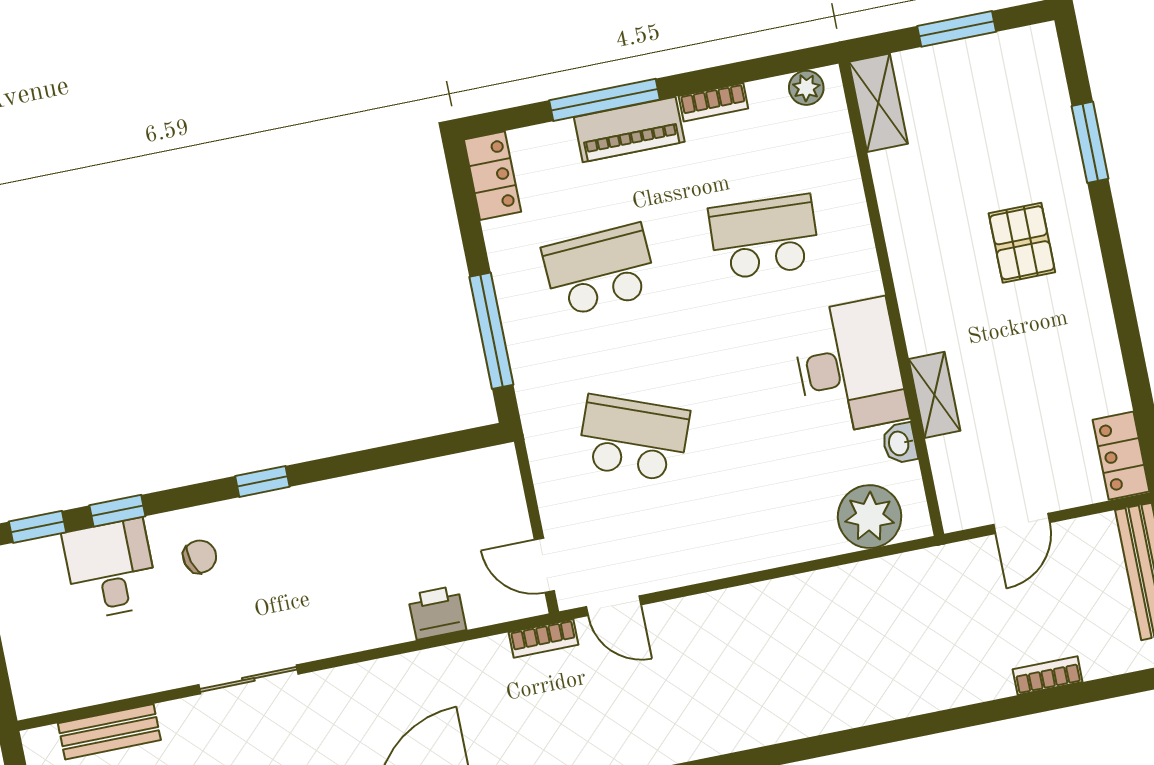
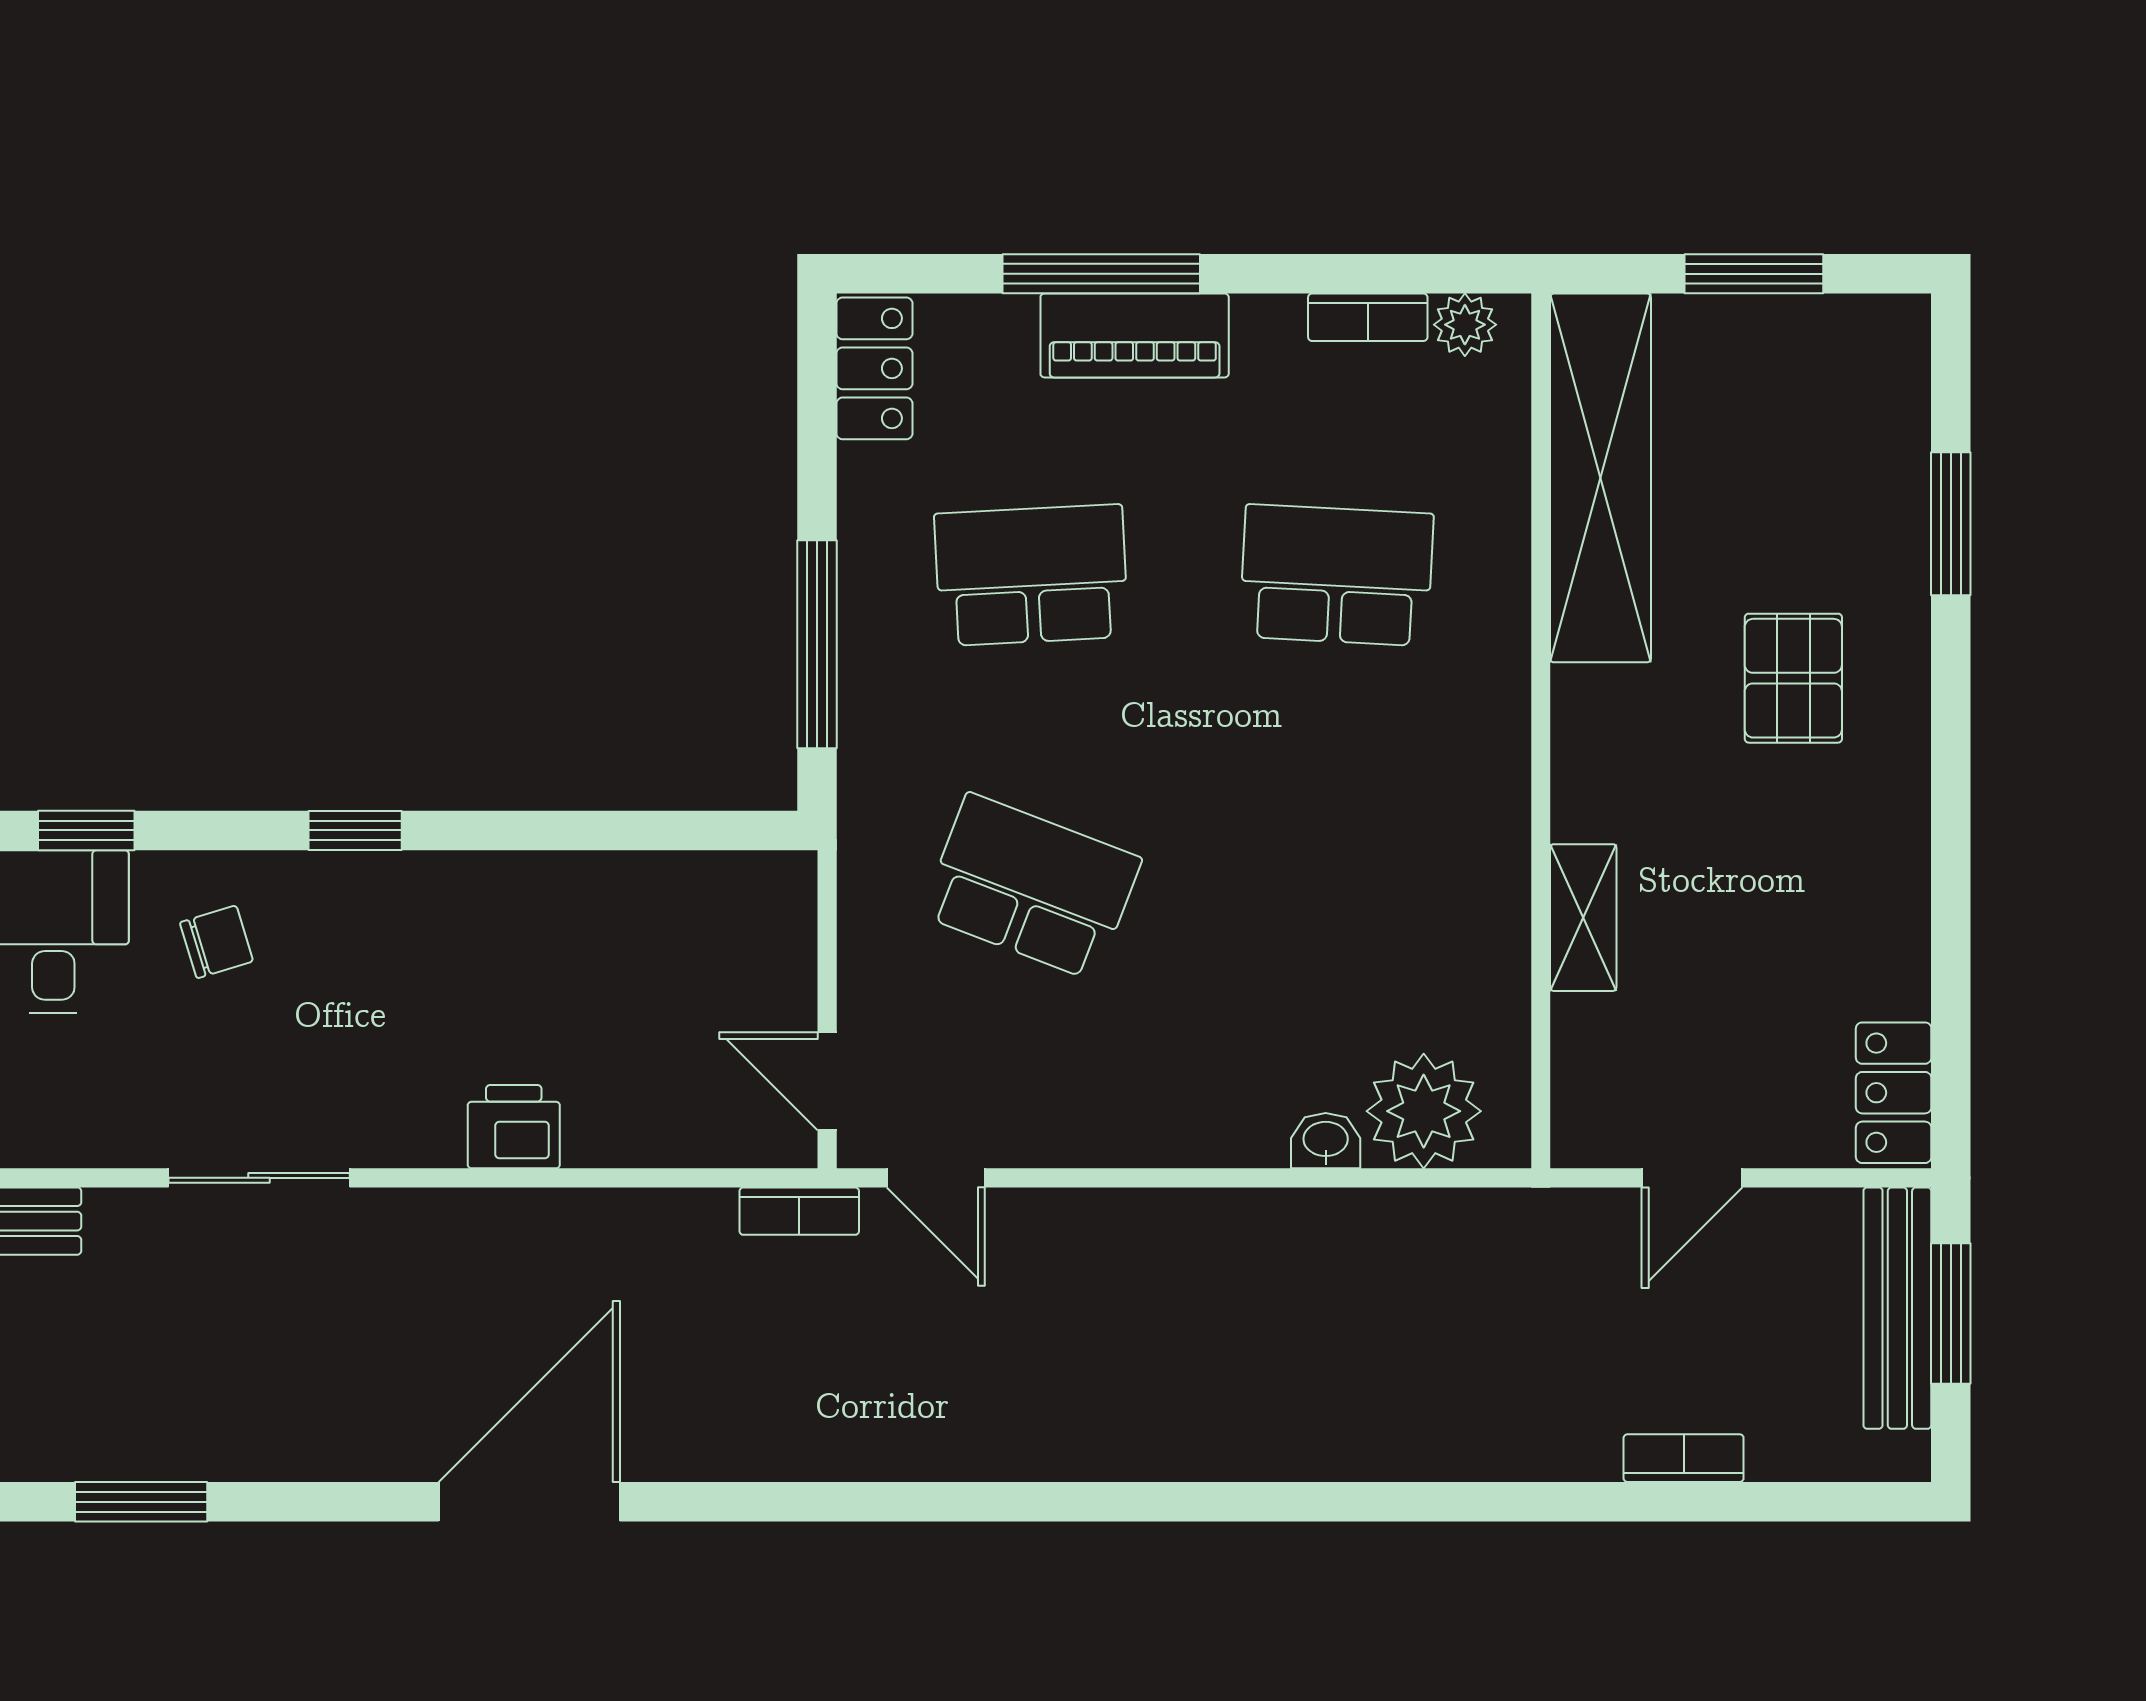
bookcase: (713, 102) -> (1368, 317), moved
shelving: (878, 103) -> (1600, 478), width x2.20, depth x1.33
desk: (849, 367) -> (1442, 837), removed
washbasin: (900, 443) -> (1326, 1141), moved, turned 90
printer: (437, 613) -> (514, 1127), moved

